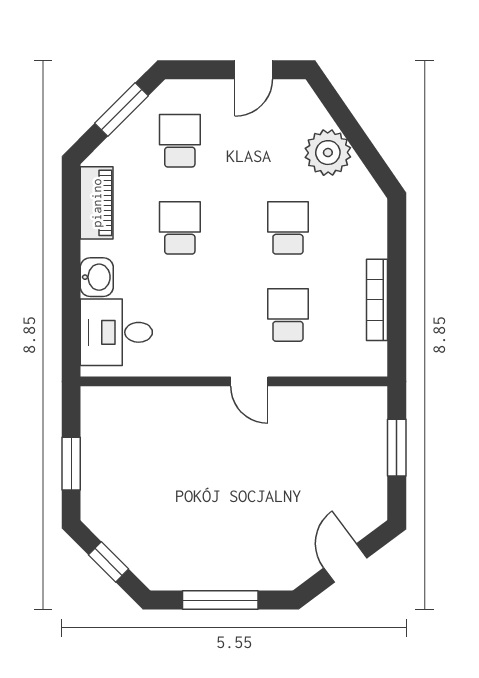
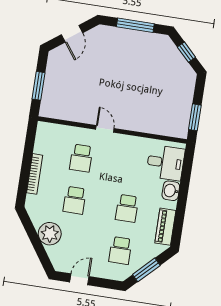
bookcase: (377, 300) -> (35, 174), moved
window: (71, 464) -> (195, 117), moved

